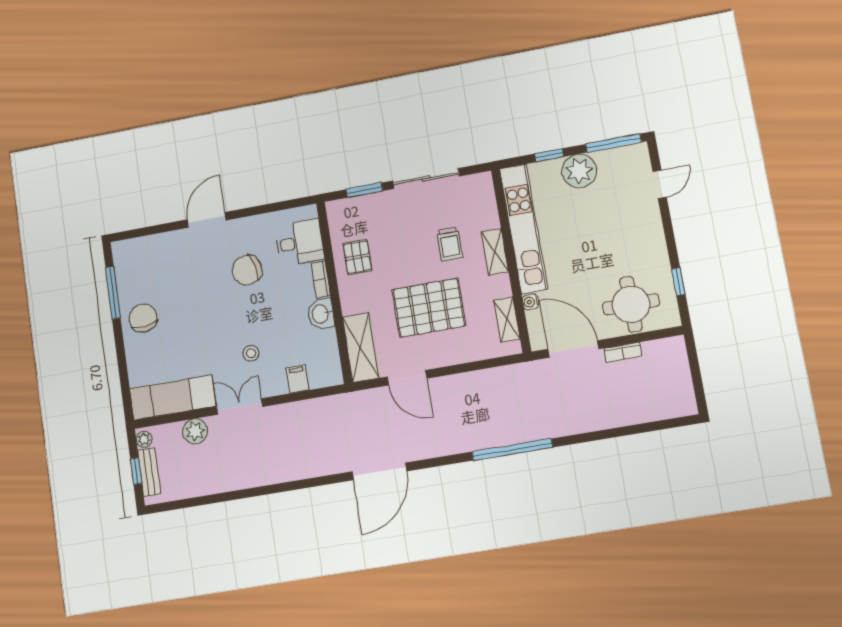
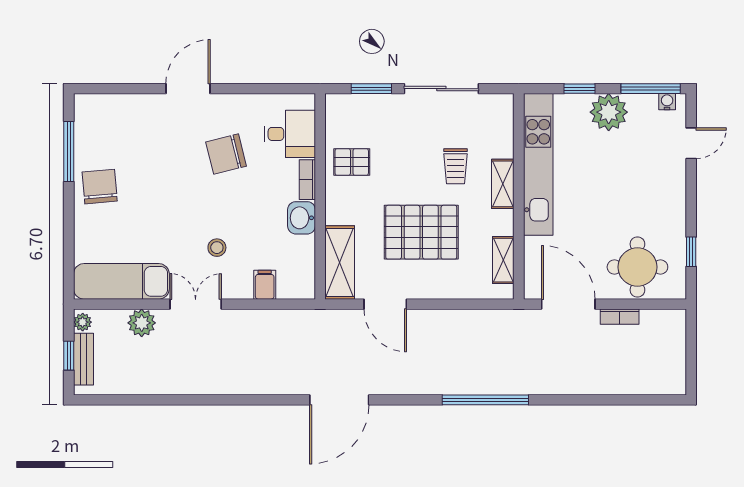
pallet: (357, 257) -> (352, 162), turned 90
water cooler: (530, 302) -> (667, 102), moved, turned 90

